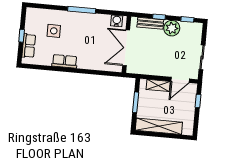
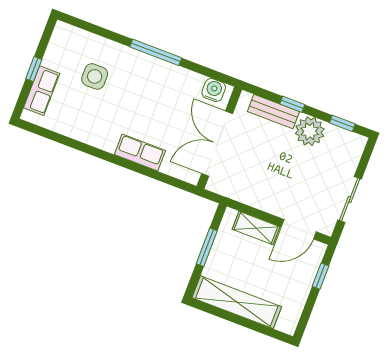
row of seats: (65, 61) -> (140, 153), moved

